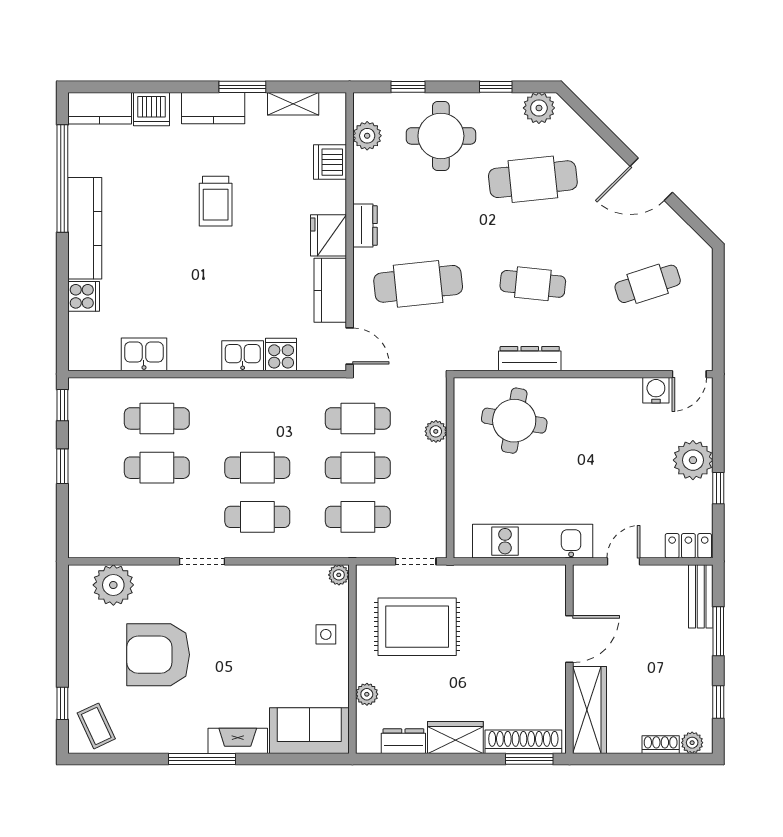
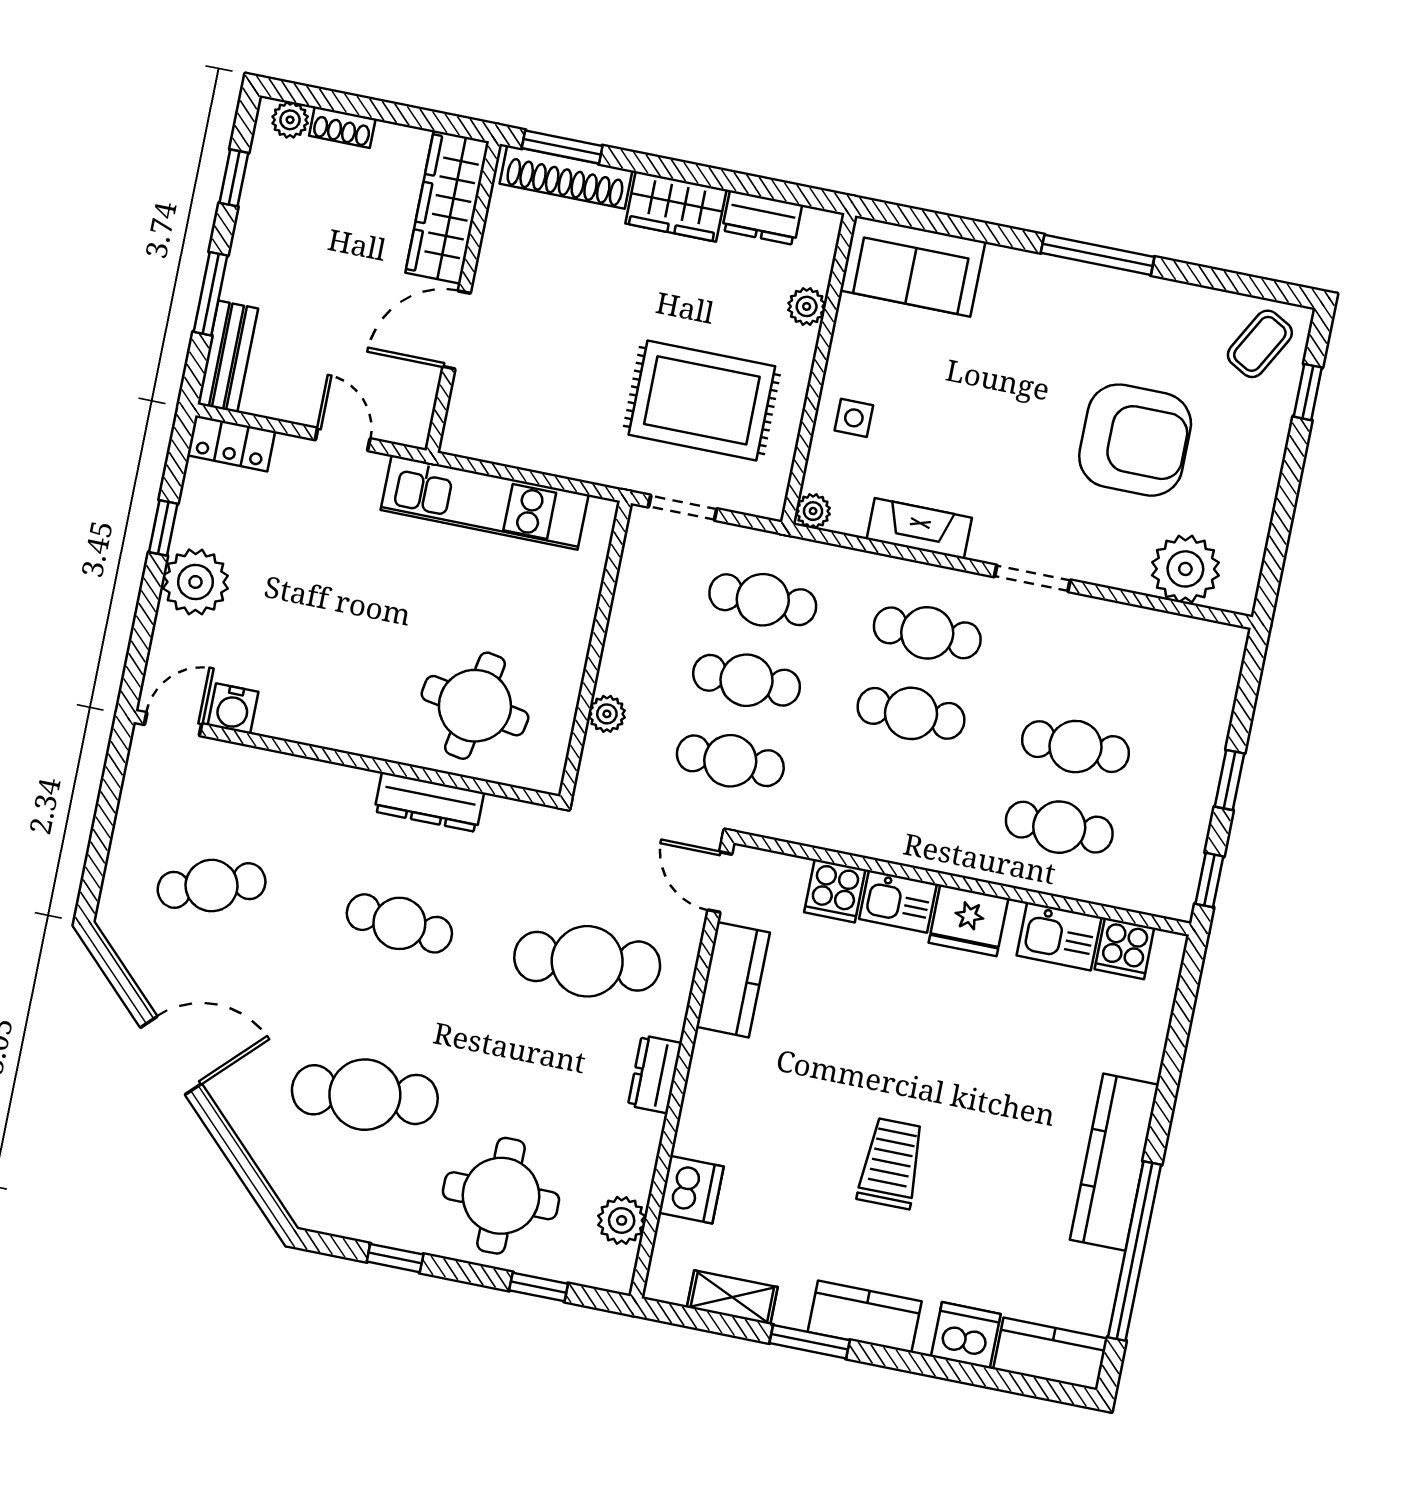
plant: (539, 108) -> (331, 1209), removed
fridge: (328, 235) -> (968, 920), moved, turned 90
cooker: (84, 296) -> (1124, 948), moved, turned -90
door: (623, 561) -> (343, 439), swing flipped
coffee table: (96, 726) -> (1260, 344), turned 54
fireplace: (238, 741) -> (919, 528), moved, turned 180

